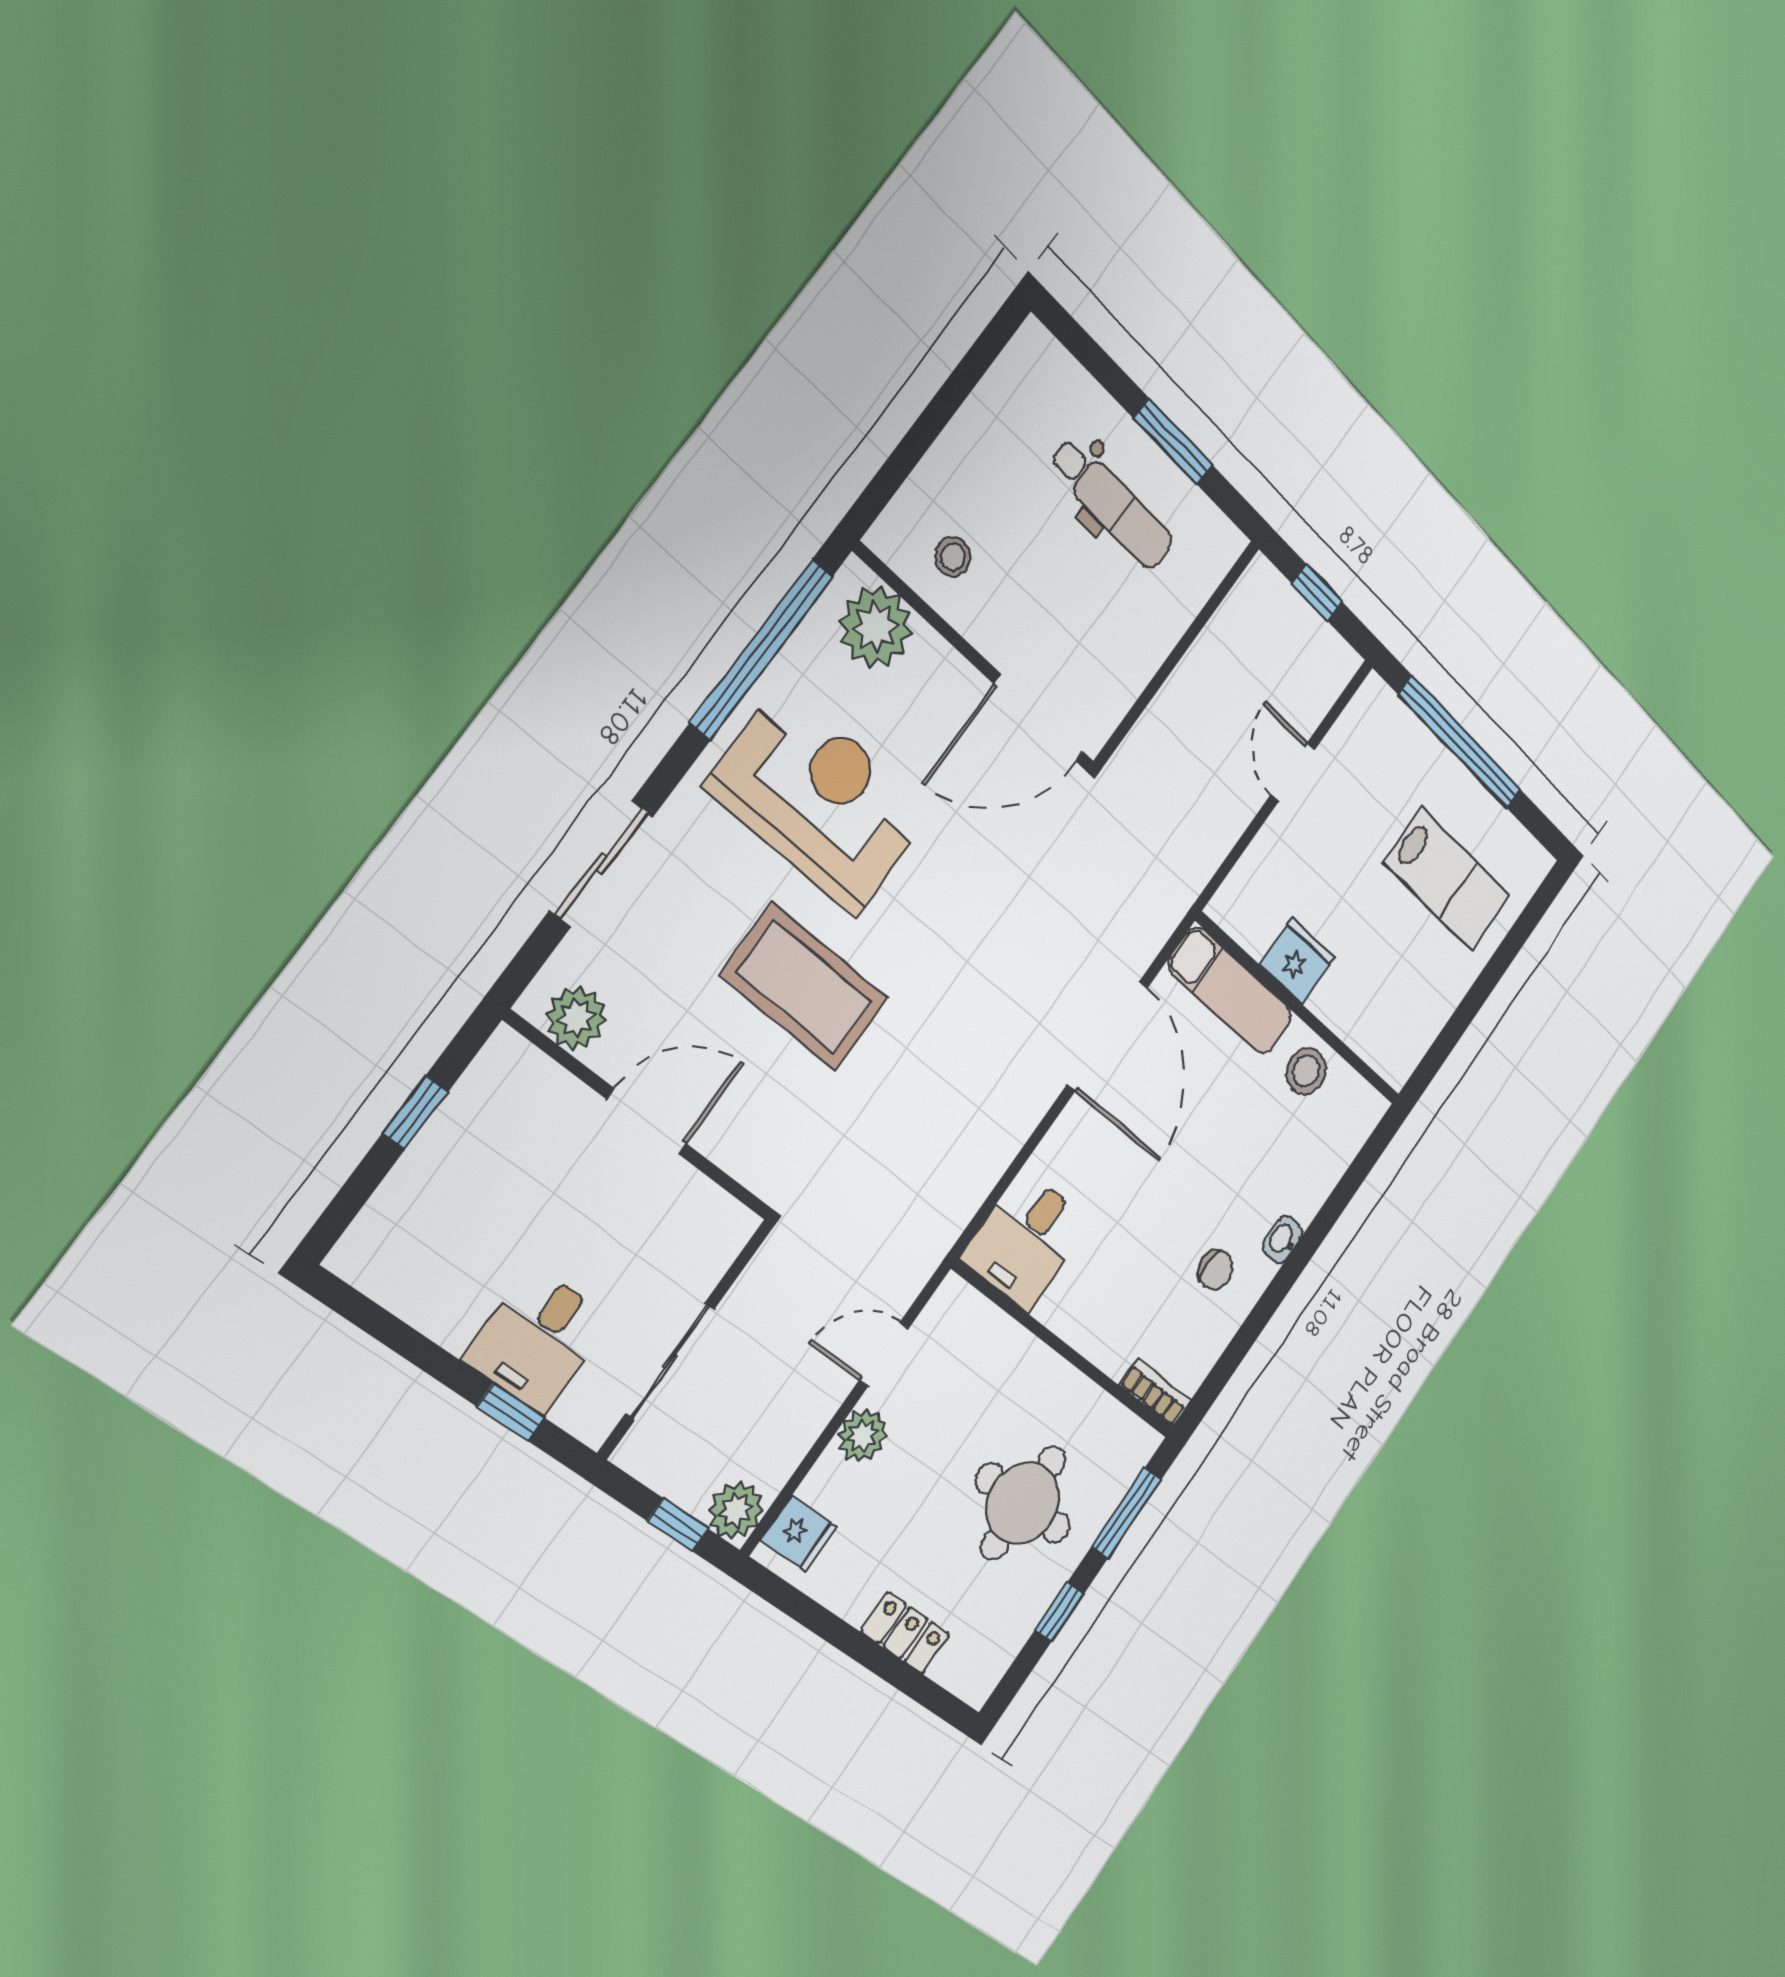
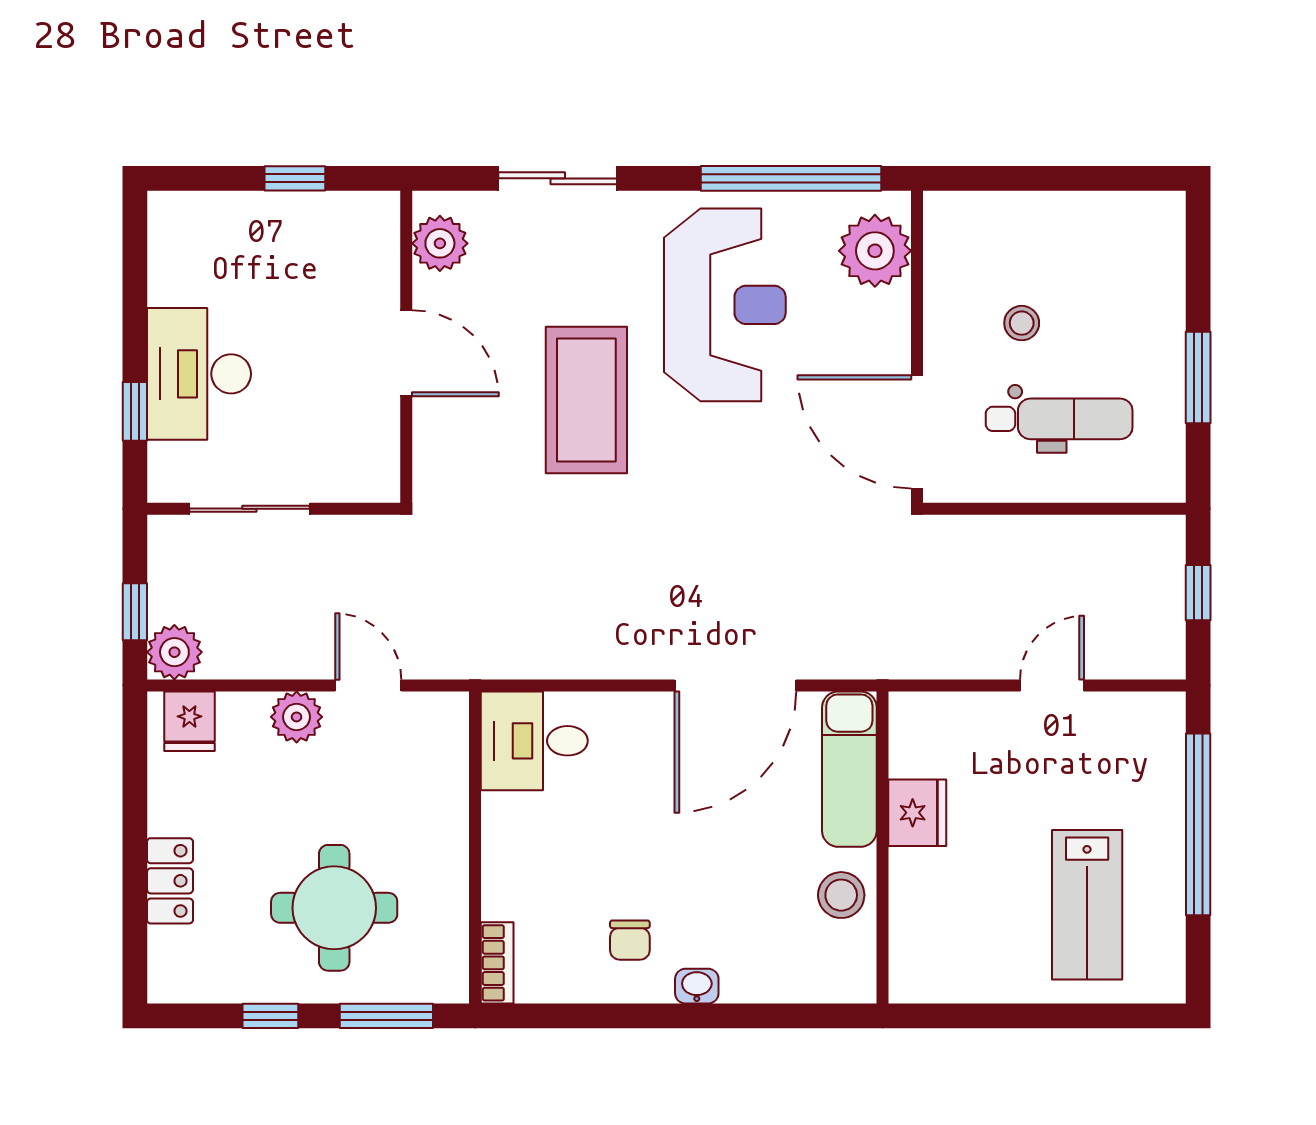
dental chair: (1112, 504) -> (1059, 419), moved, turned -90
stool: (953, 557) -> (1022, 323), moved
desk: (538, 1339) -> (199, 374), width x1.37

